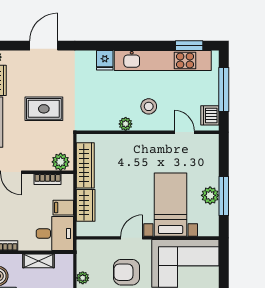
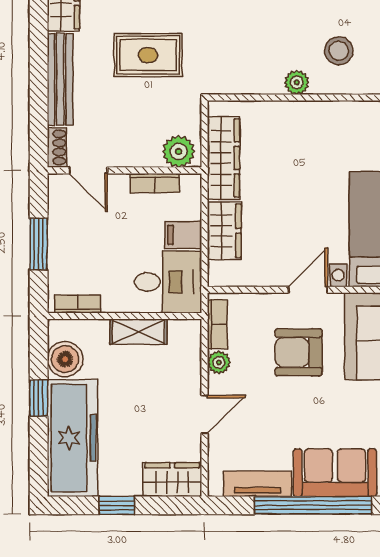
bookcase: (82, 257) -> (217, 324), added

